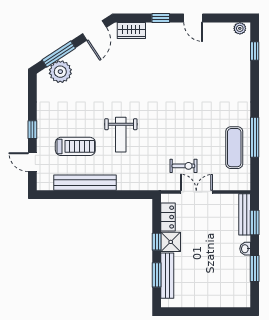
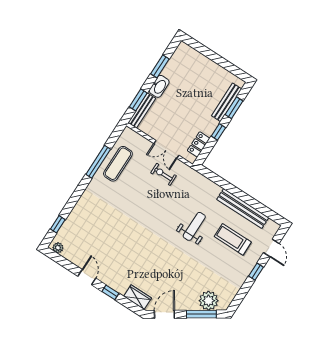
shower: (171, 242) -> (208, 125), removed
washbasin: (245, 249) -> (159, 86), width x1.91, depth x1.45

